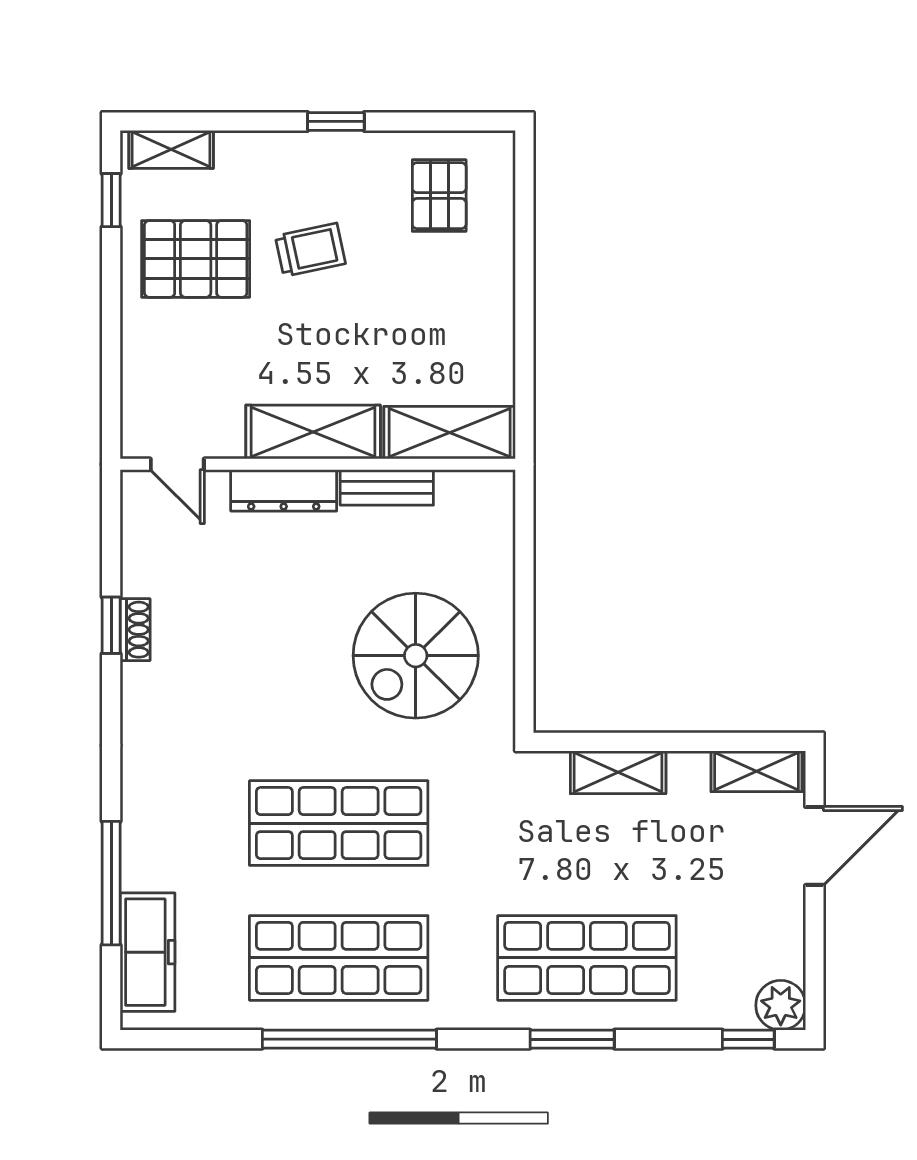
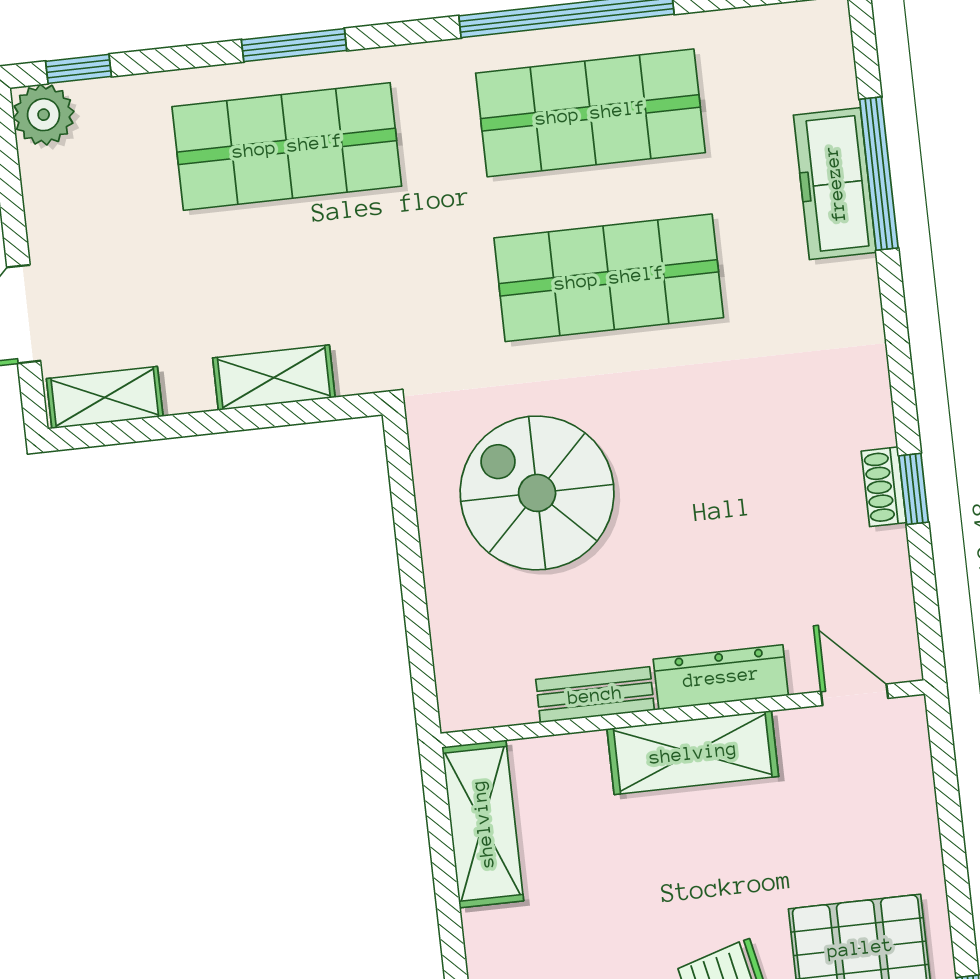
shelving: (450, 433) -> (483, 824), moved, turned 90
spiral stairs: (416, 656) -> (537, 493), turned -90
freezer: (148, 952) -> (835, 184), moved

